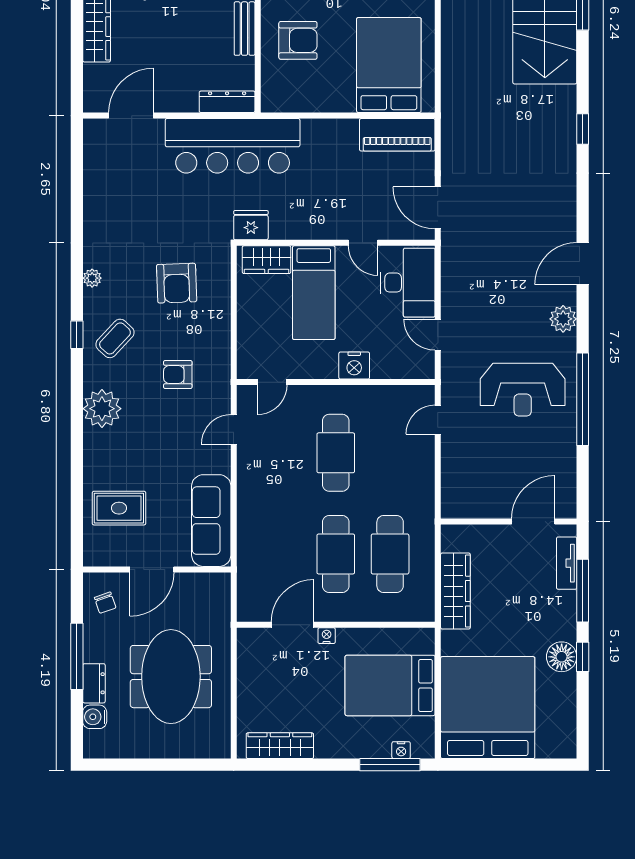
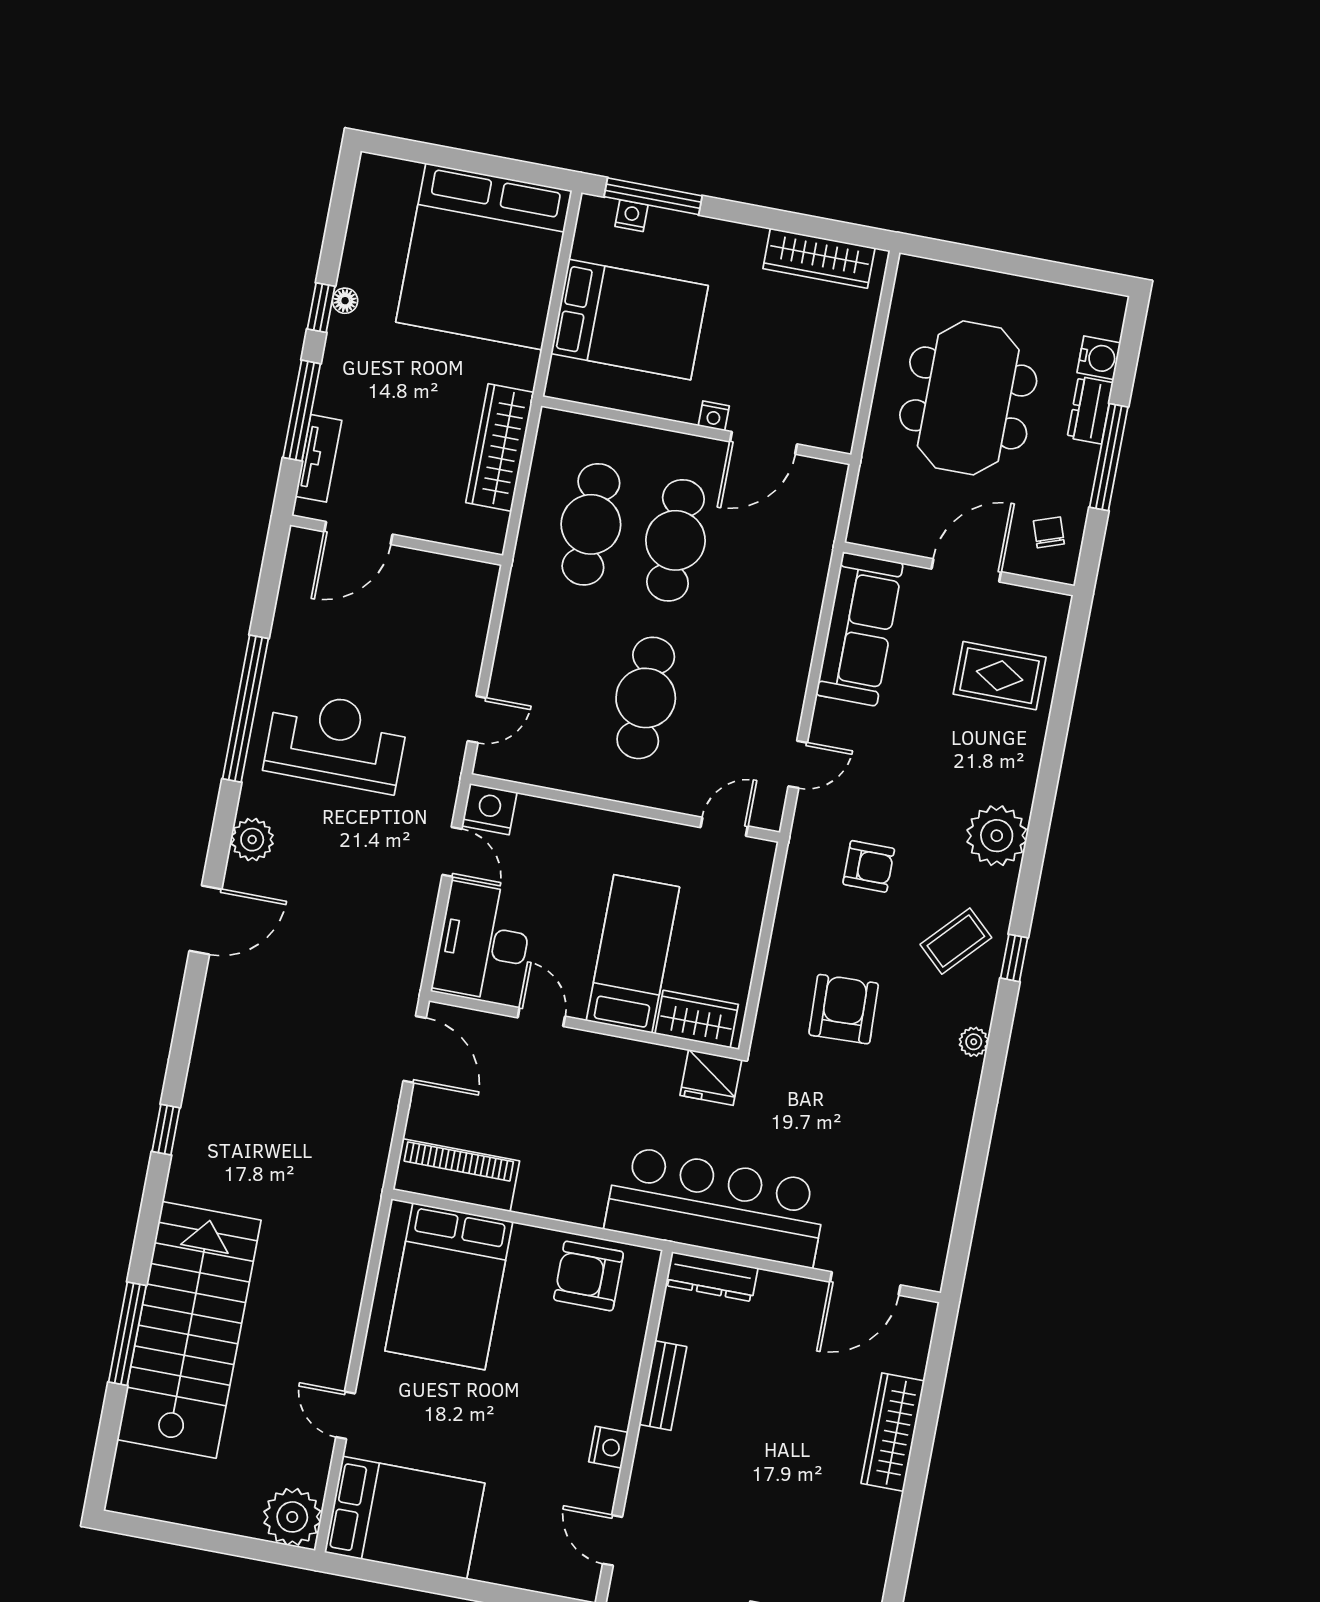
armchair: (298, 40) -> (589, 1276), moved
nightstand: (354, 366) -> (489, 809), moved
floor lamp: (562, 657) -> (345, 301), width x0.53, depth x0.53

